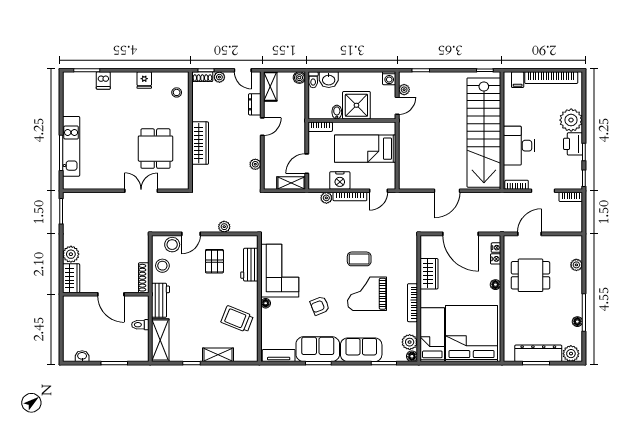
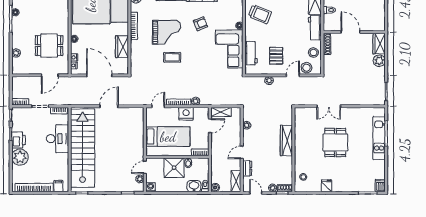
dishwasher: (103, 80) -> (380, 186), moved
dining table: (155, 149) -> (335, 143), moved

